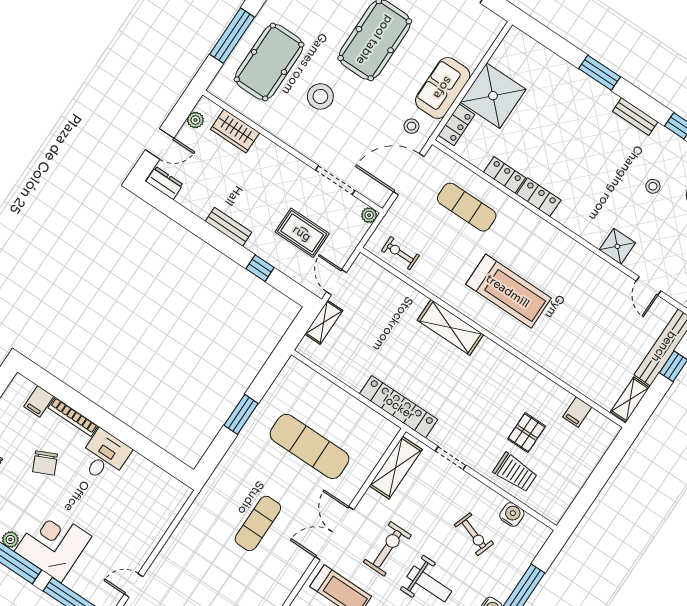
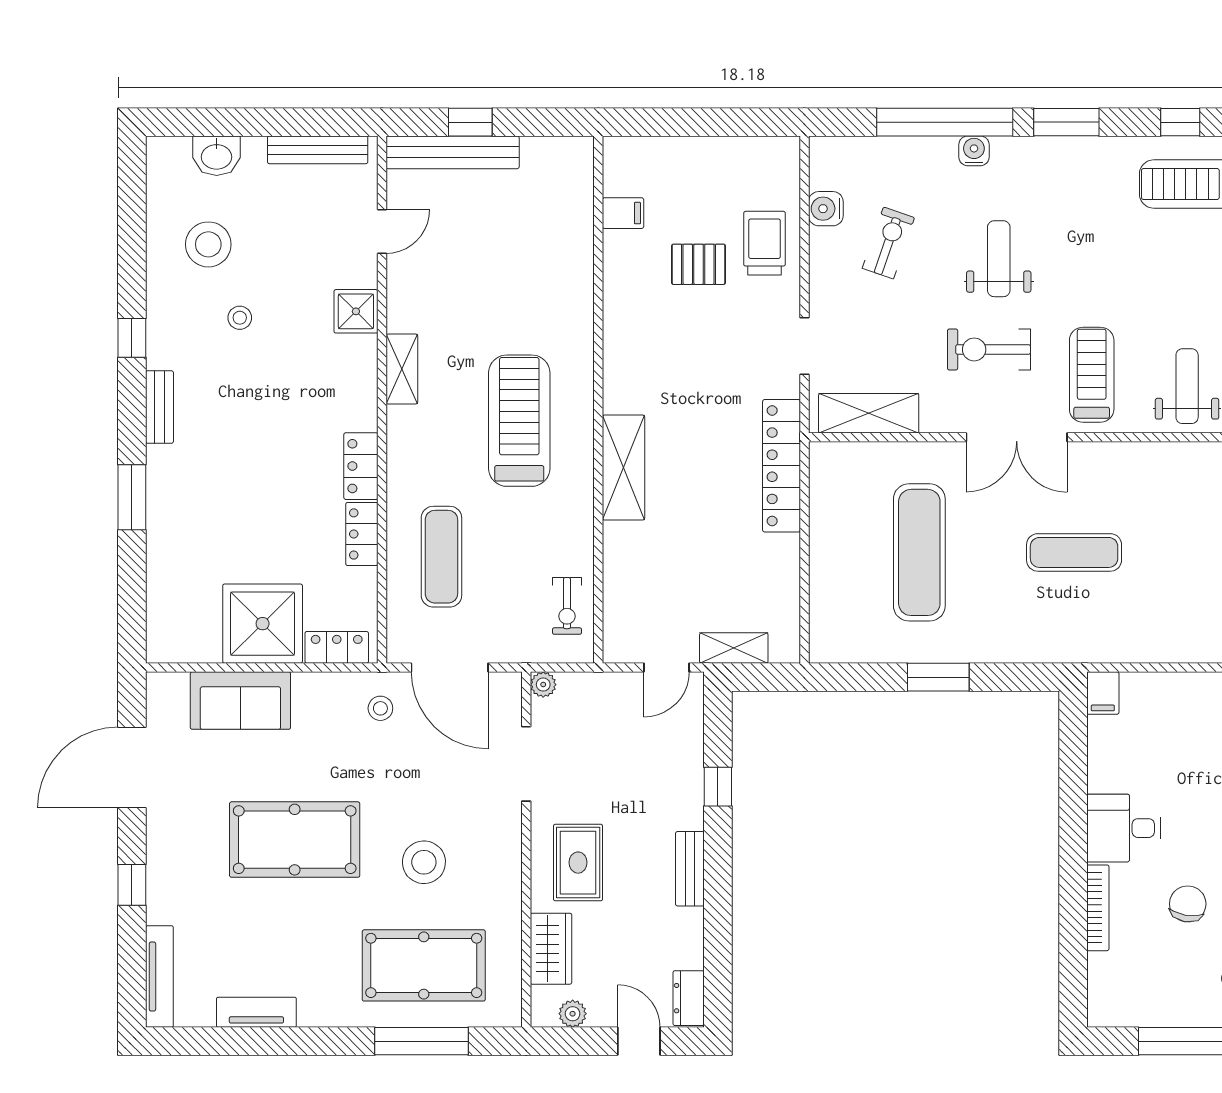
sofa: (443, 88) -> (240, 701), moved
rug: (302, 233) -> (578, 863), moved
shelving: (630, 400) -> (402, 369), moved, turned 90
filing cabinet: (39, 401) -> (1103, 693), moved, turned 90
chair: (45, 463) -> (1188, 904), turned -56

